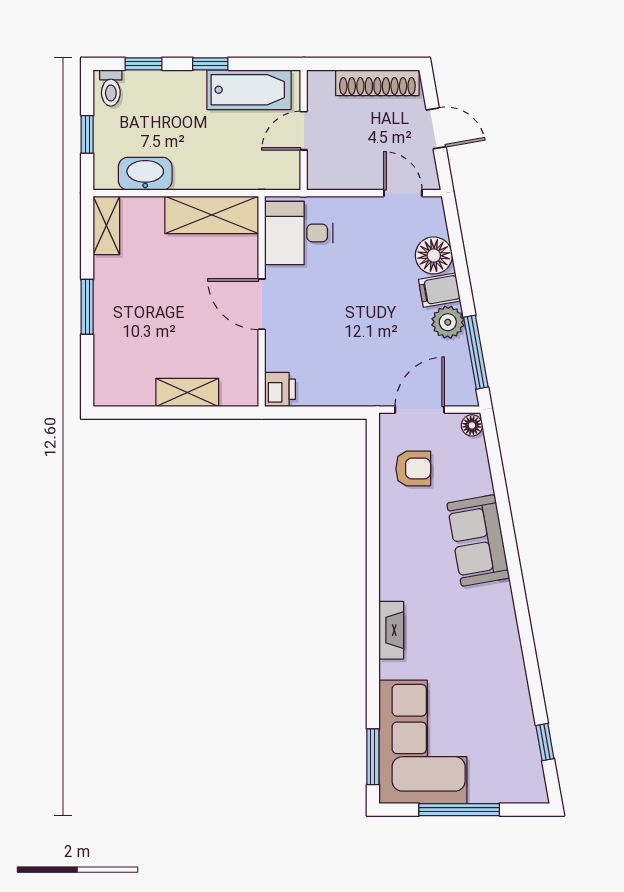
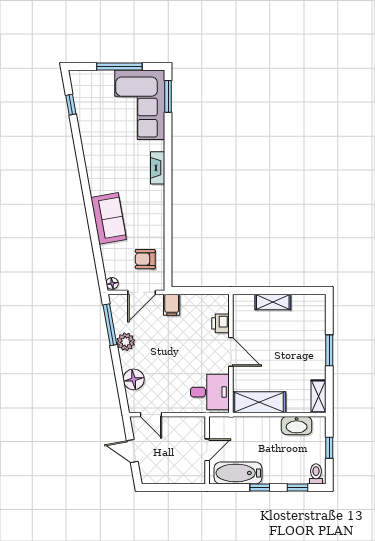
shoe rack: (377, 83) -> (165, 477), removed
filing cabinet: (439, 290) -> (172, 305), moved, turned 100
printer: (280, 389) -> (220, 323), moved

